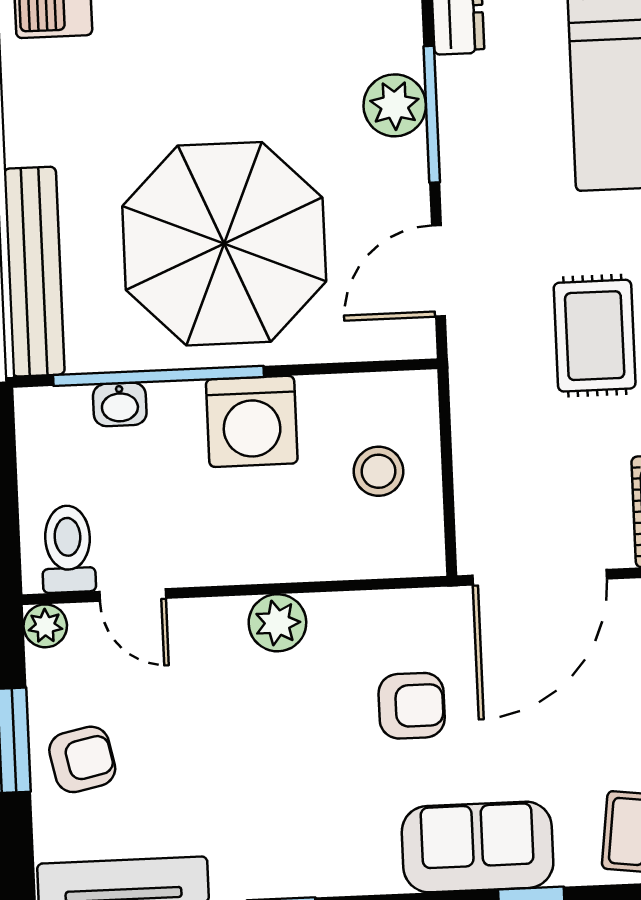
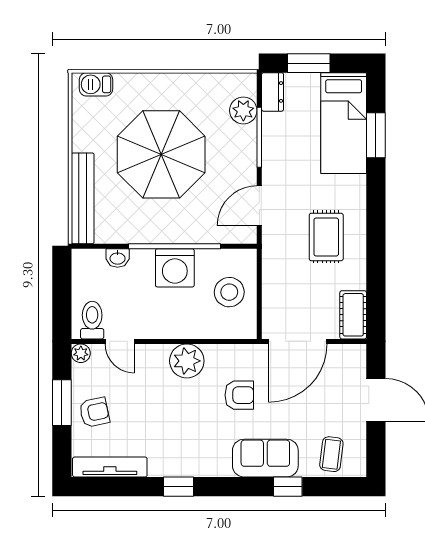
plant: (395, 105) -> (243, 110), moved
parasol: (224, 244) -> (161, 154), moved
window: (158, 376) -> (175, 246), moved
stool: (378, 471) -> (229, 292), width x1.38, depth x1.38
plant: (277, 623) -> (187, 361), width x1.36, depth x1.36

